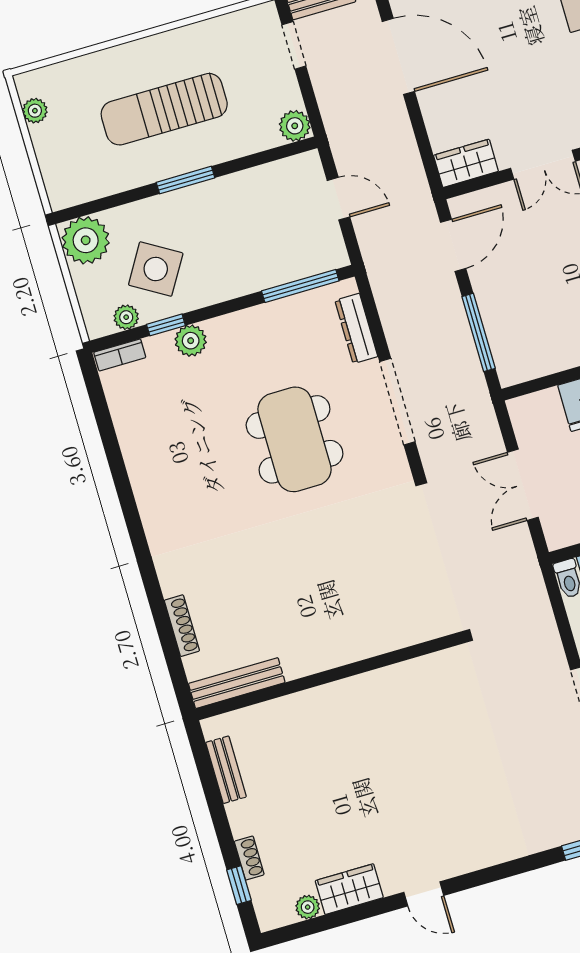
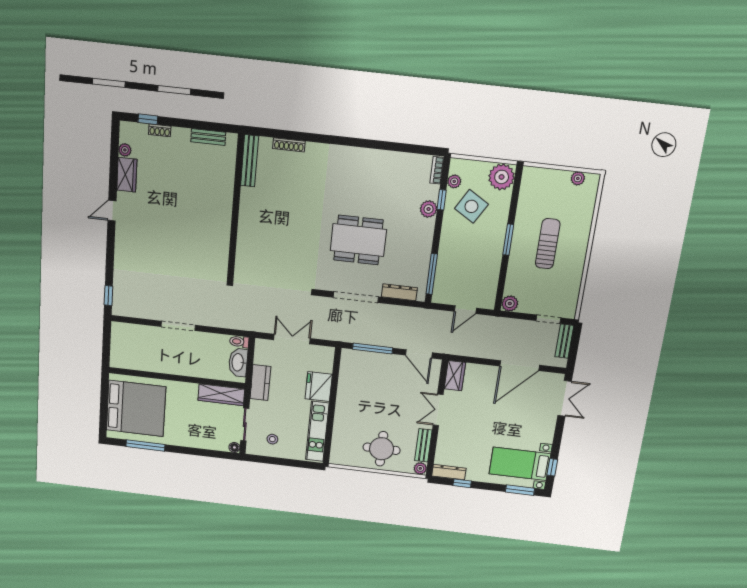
sun lounger: (164, 109) -> (548, 244), width x0.73, depth x0.75

